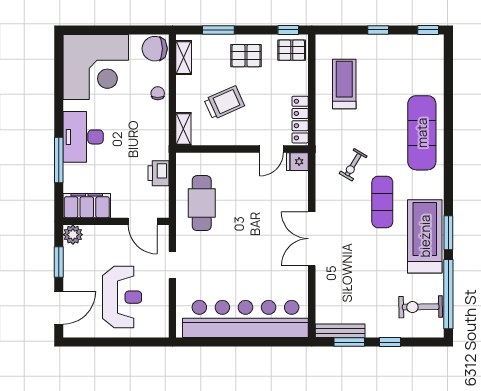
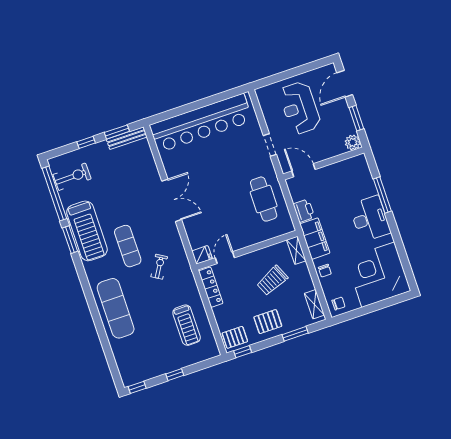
chair: (155, 49) -> (338, 304), width x0.54, depth x0.54
filing cabinet: (87, 206) -> (315, 239), moved, turned -90

